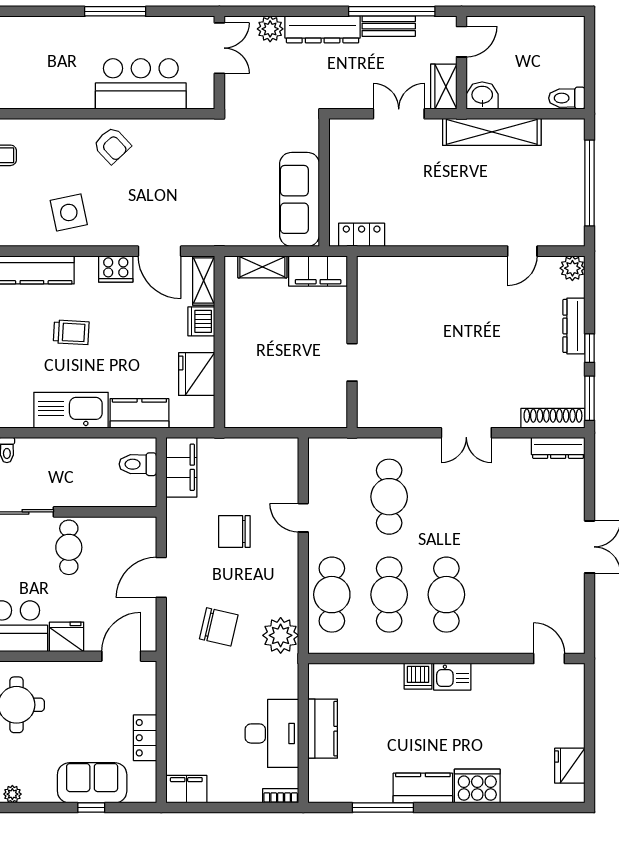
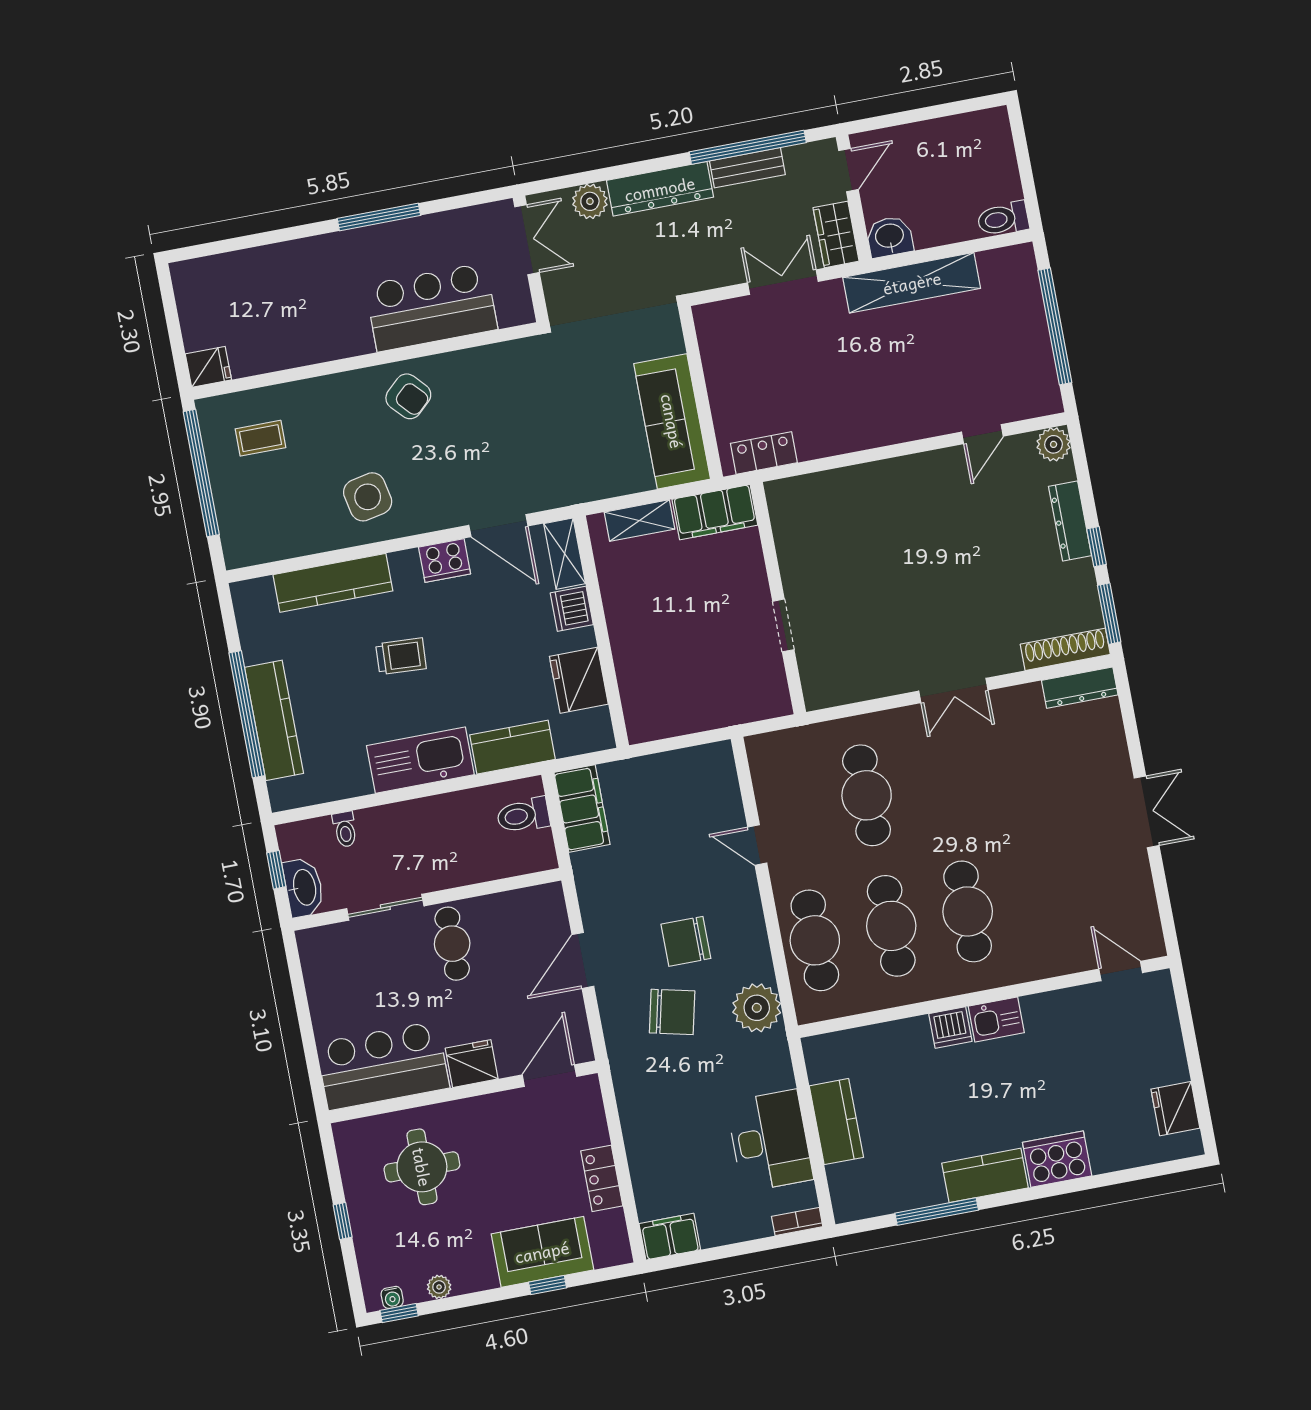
chair: (234, 532) -> (686, 941), moved

